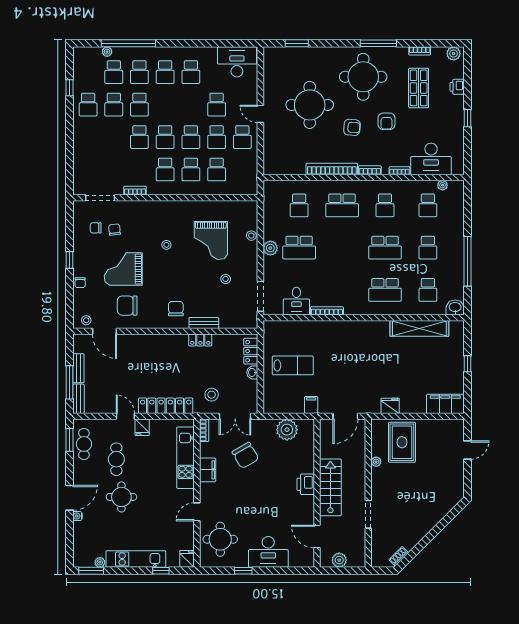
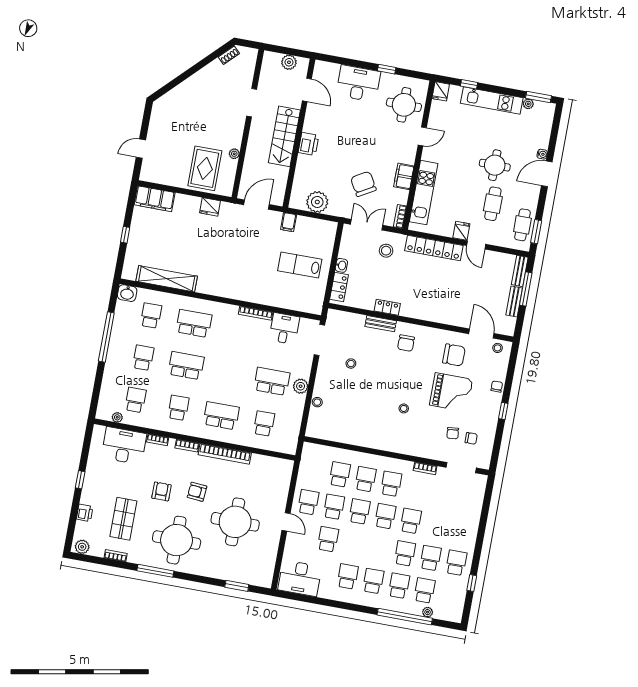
grand piano: (211, 241) -> (359, 405), removed

